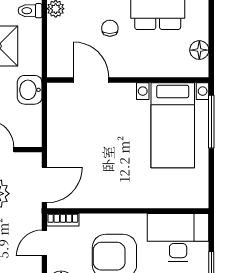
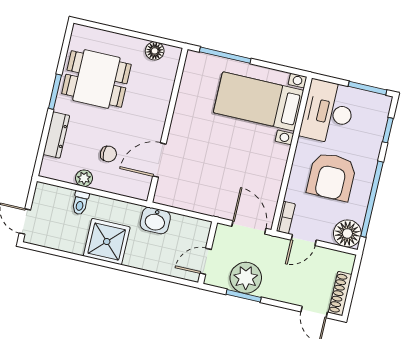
chair: (110, 28) -> (108, 154), moved, turned 180
bed with nightstands: (173, 125) -> (259, 101), moved, turned 180
door: (44, 243) -> (304, 240), hinge flipped

